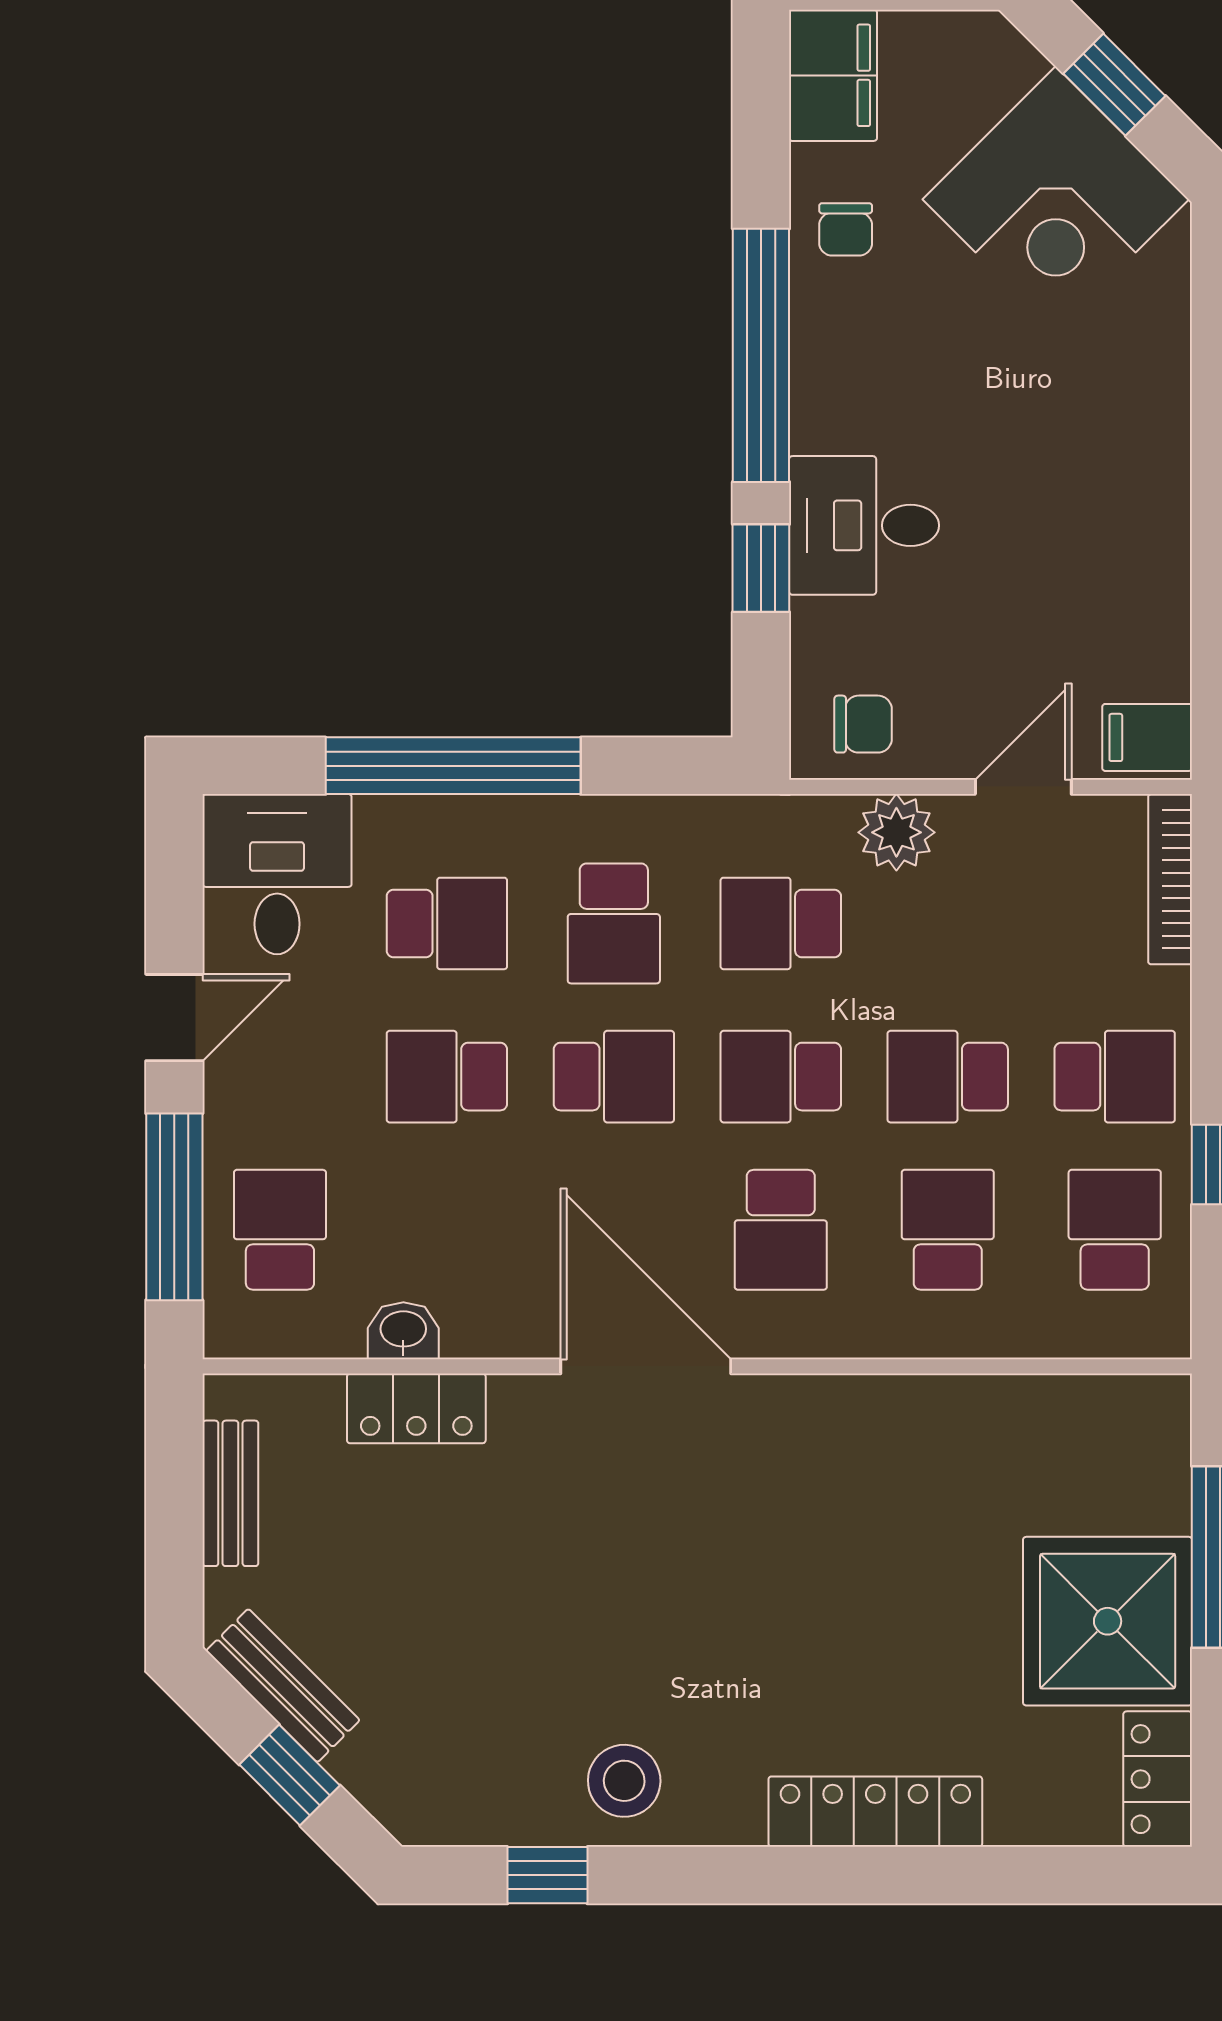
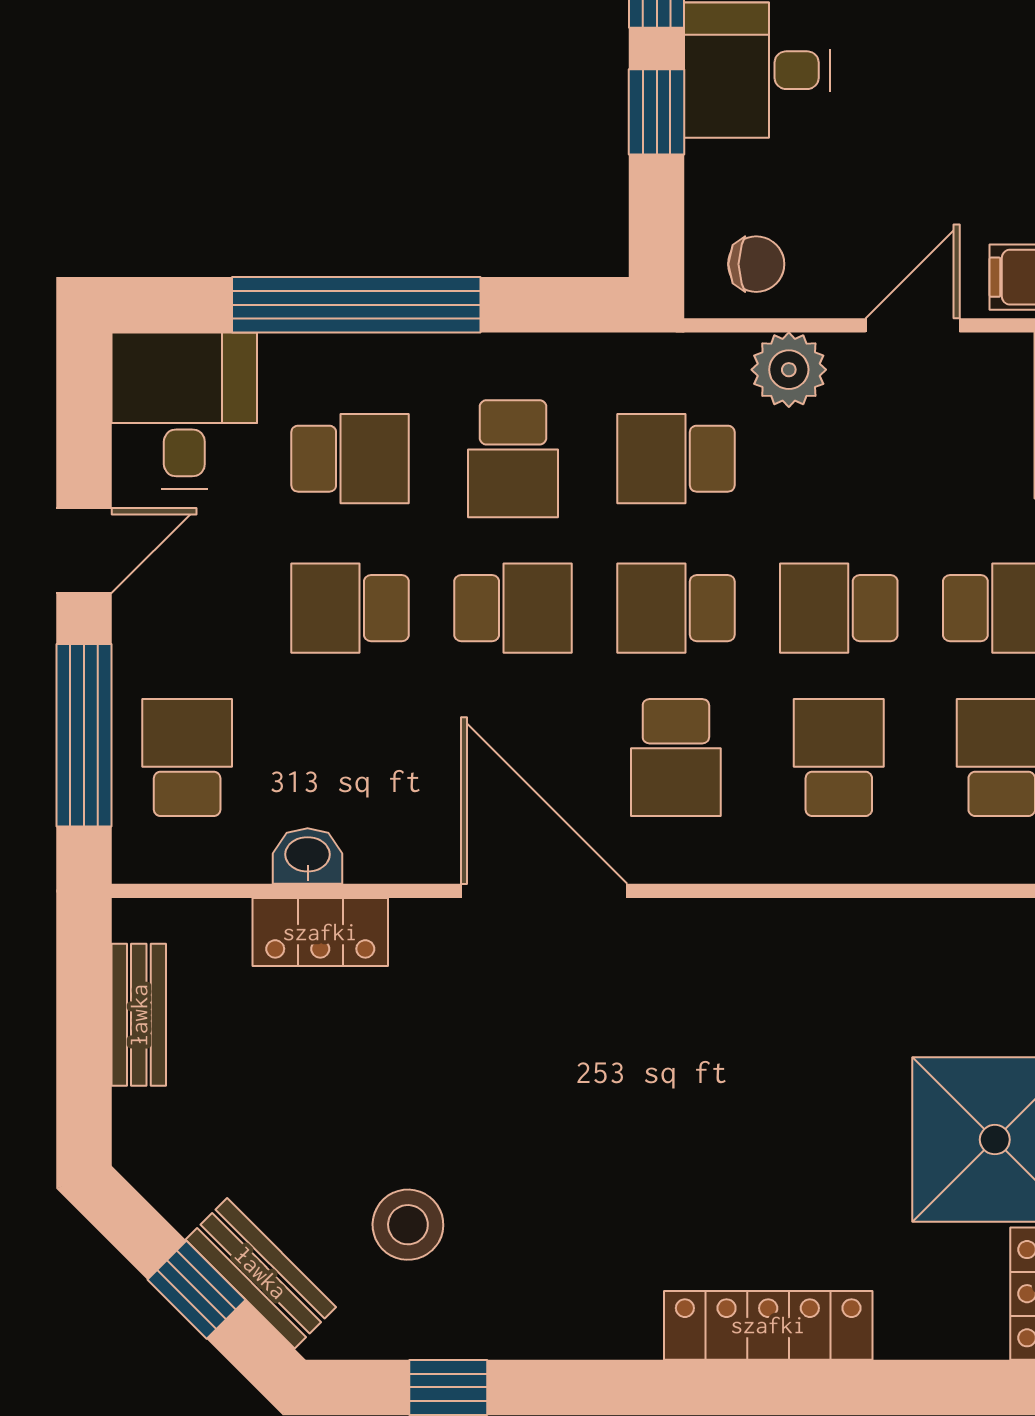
bench: (283, 1686) -> (261, 1273), moved
stool: (624, 1781) -> (408, 1225), moved

